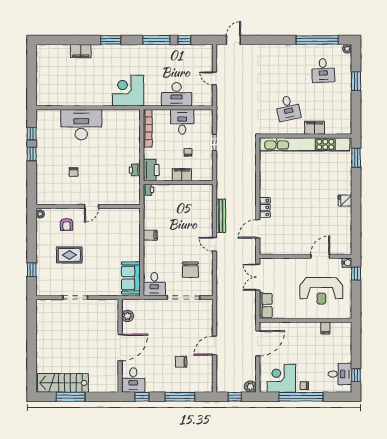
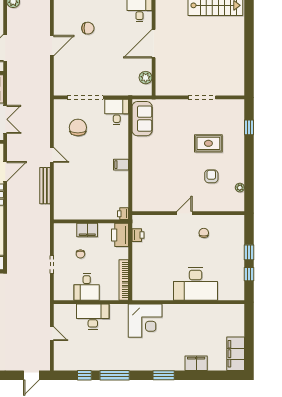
filing cabinet: (44, 60) -> (236, 354), added
wall: (88, 206) -> (188, 213), moved
door: (92, 206) -> (184, 213), moved

